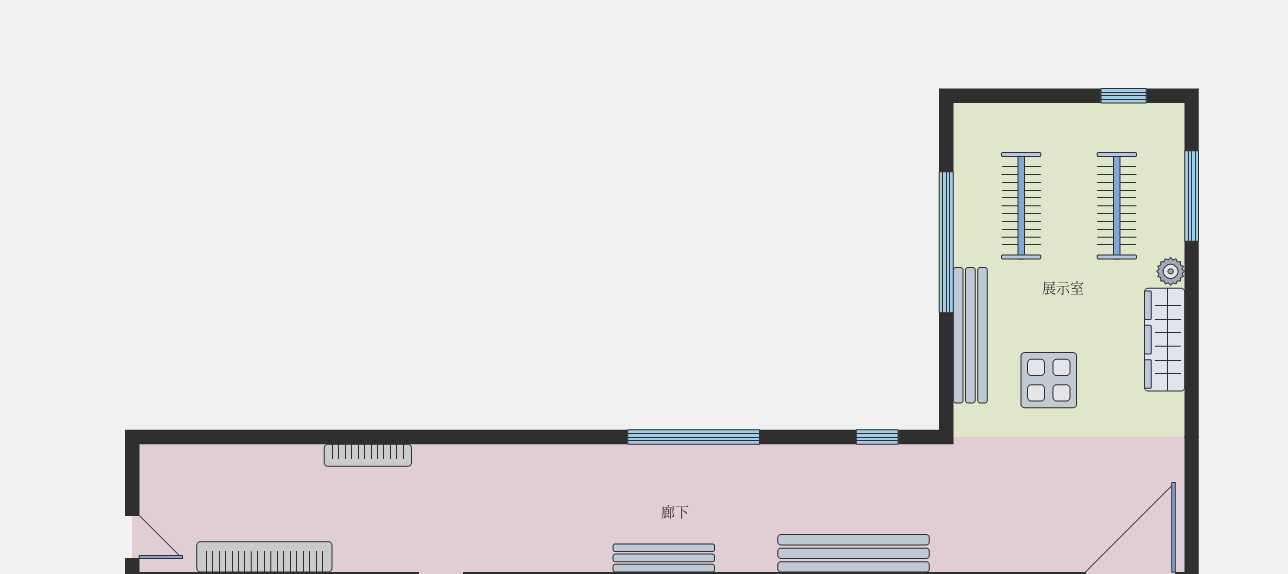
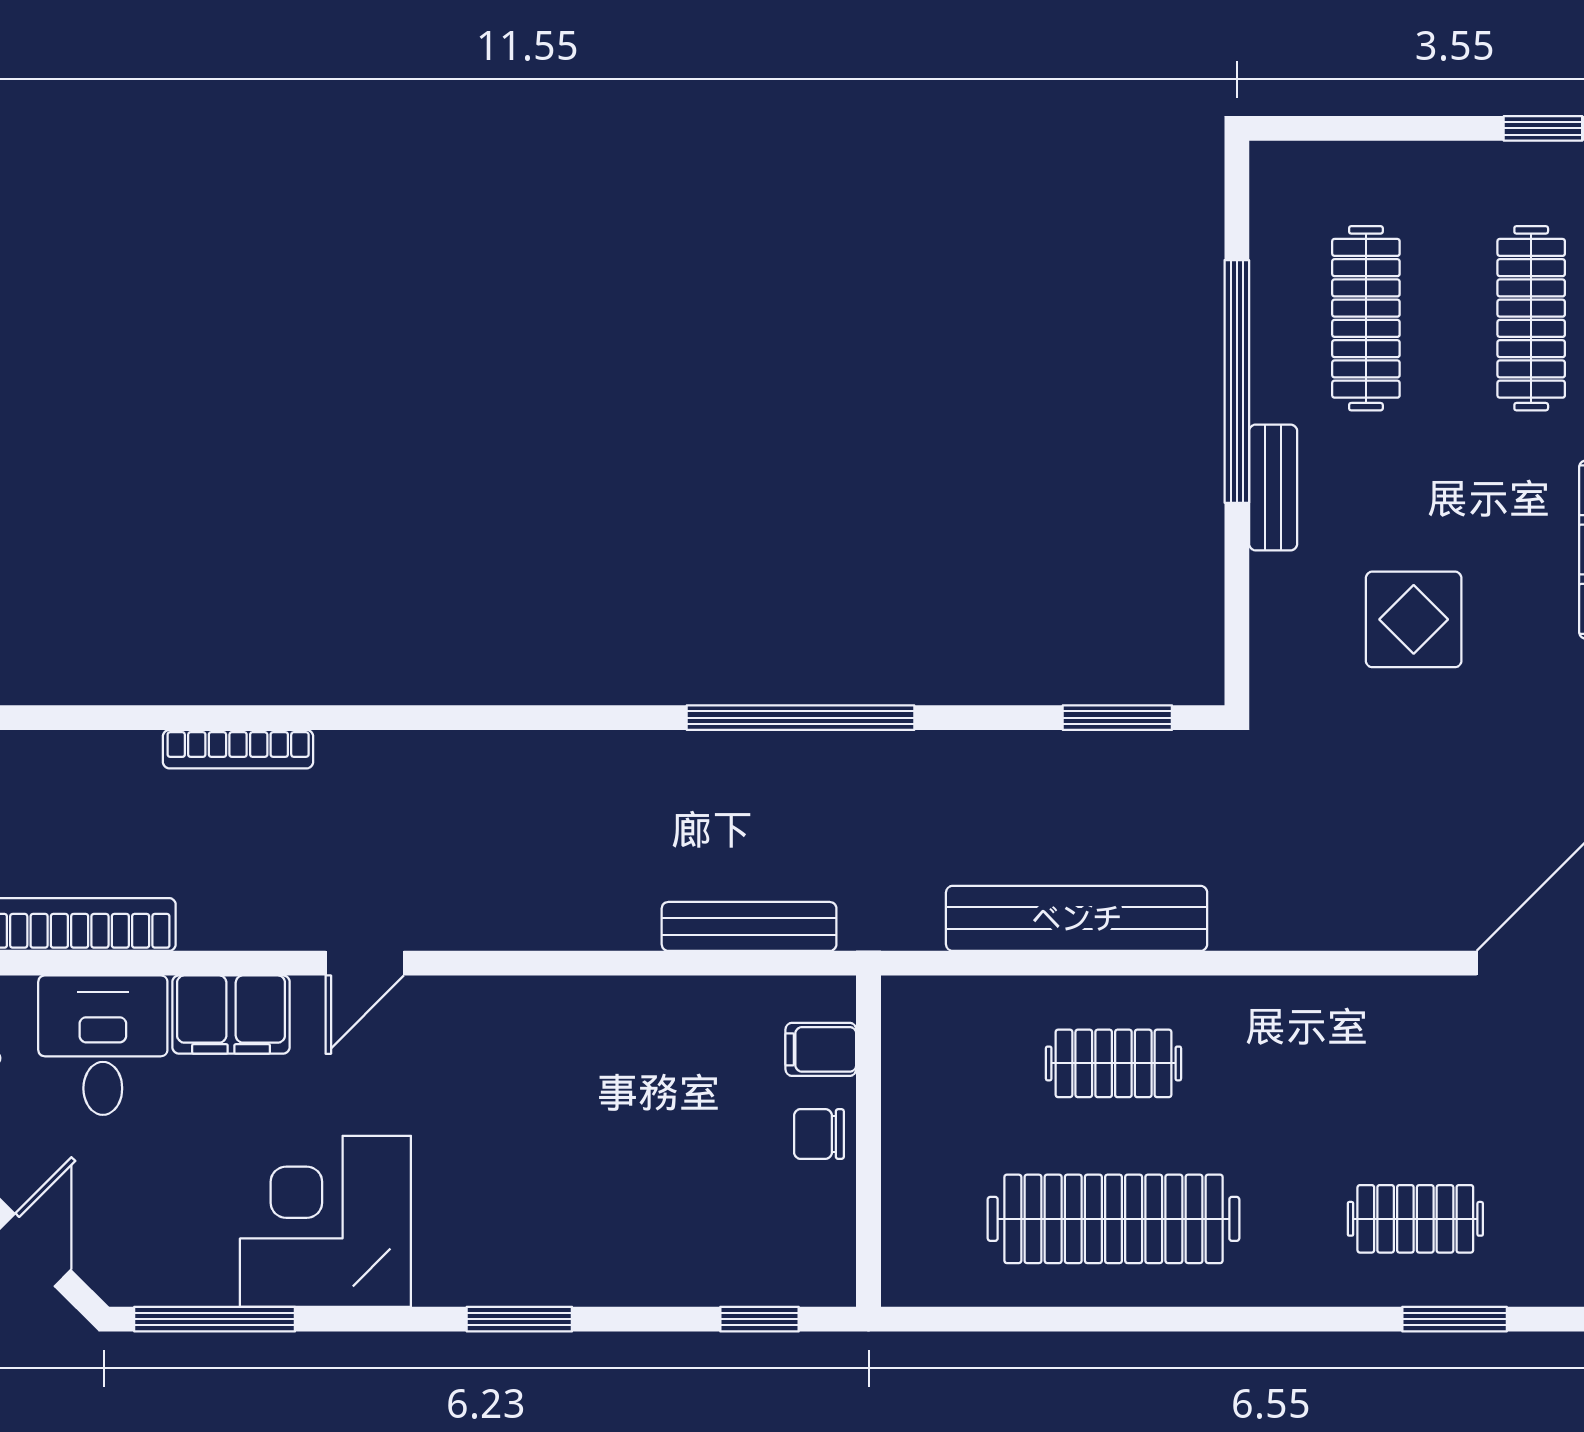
bench: (970, 335) -> (1273, 487), width x0.54, depth x0.82
window: (877, 437) -> (1117, 718), width x1.50

